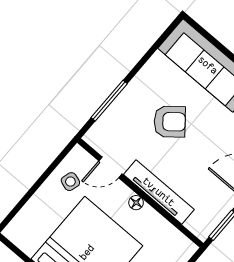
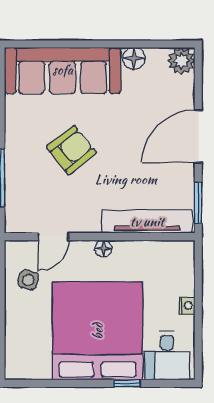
tv unit: (159, 192) -> (147, 222), moved

